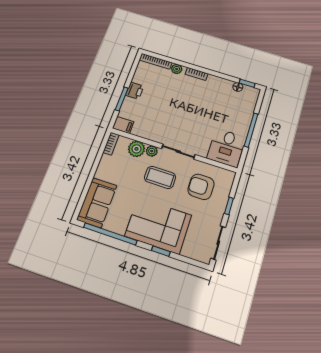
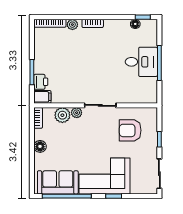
printer: (135, 91) -> (41, 82), moved
desk: (226, 148) -> (141, 62), moved, turned -90
floor lamp: (102, 172) -> (40, 146), added
coffee table: (160, 177) -> (92, 134), removed
sofa: (97, 203) -> (58, 182), moved, turned -90

